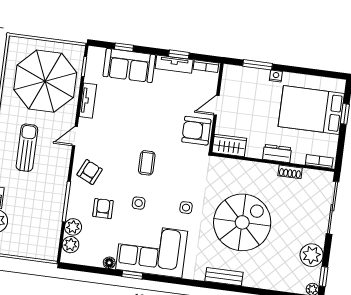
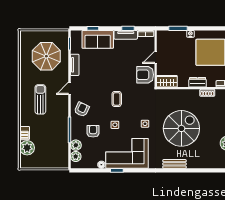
parasol: (45, 81) -> (46, 56), width x0.73, depth x0.73

